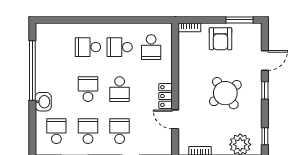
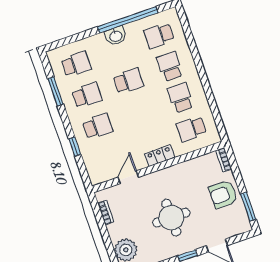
school desk: (120, 89) -> (159, 35), moved
round table: (225, 93) -> (171, 218), turned 36
locker: (165, 96) -> (160, 156), moved
washbasin: (43, 102) -> (116, 36), moved

